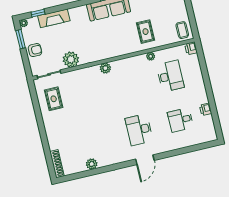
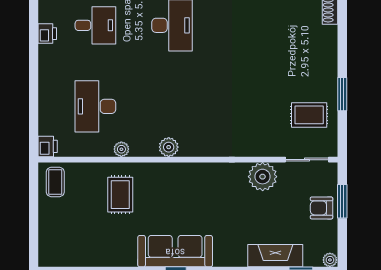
window: (21, 39) -> (342, 201), moved
plant: (105, 68) -> (169, 147), moved
rug: (54, 99) -> (309, 115), turned 90
window: (38, 114) -> (342, 94), added

